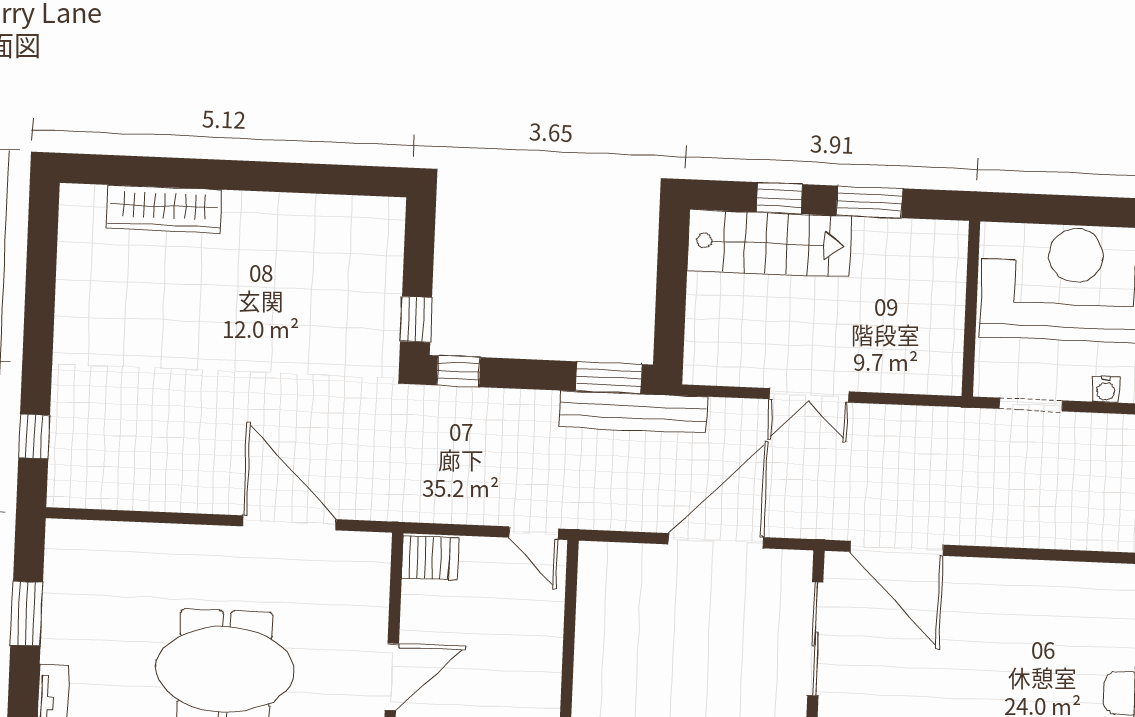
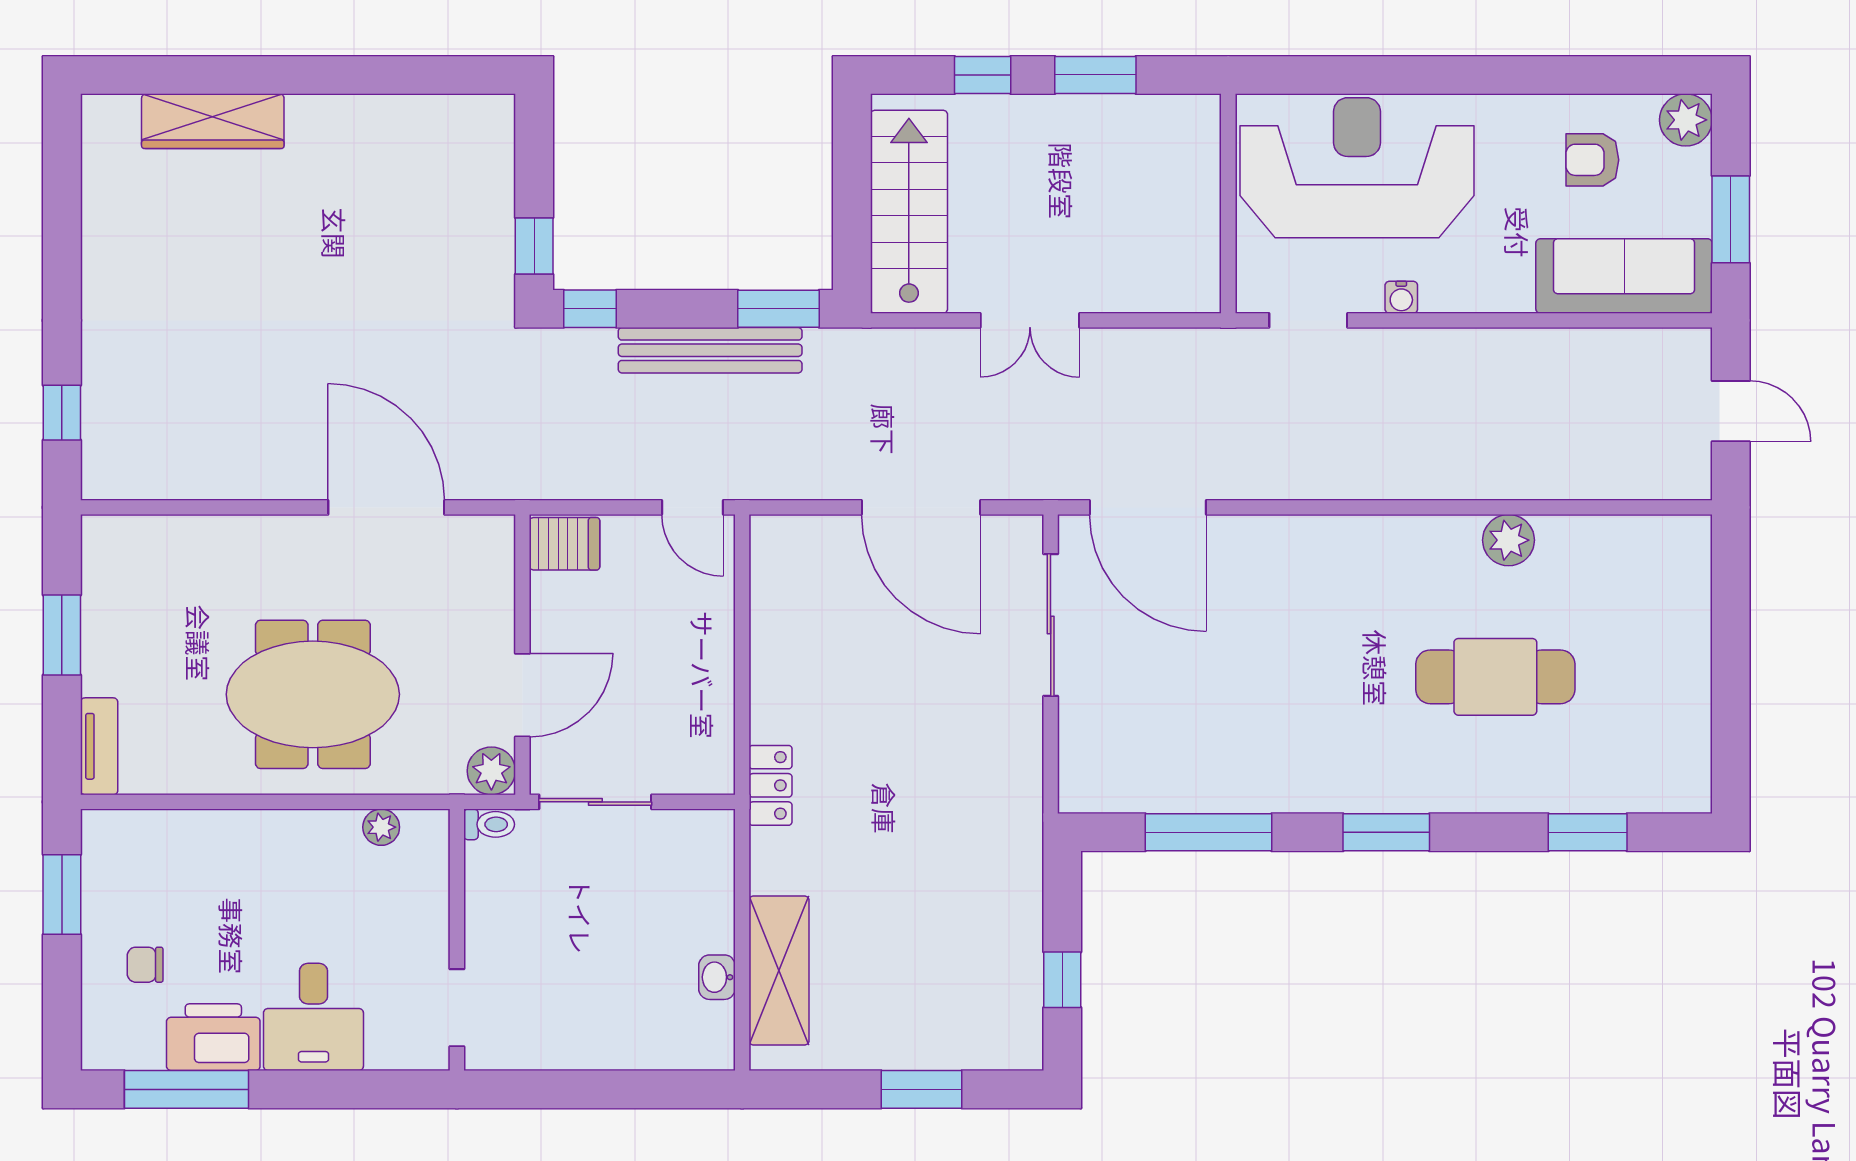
stairs: (769, 243) -> (909, 212), moved, turned -90
bench: (633, 412) -> (710, 350), moved
door: (716, 541) -> (921, 507), swing flipped

